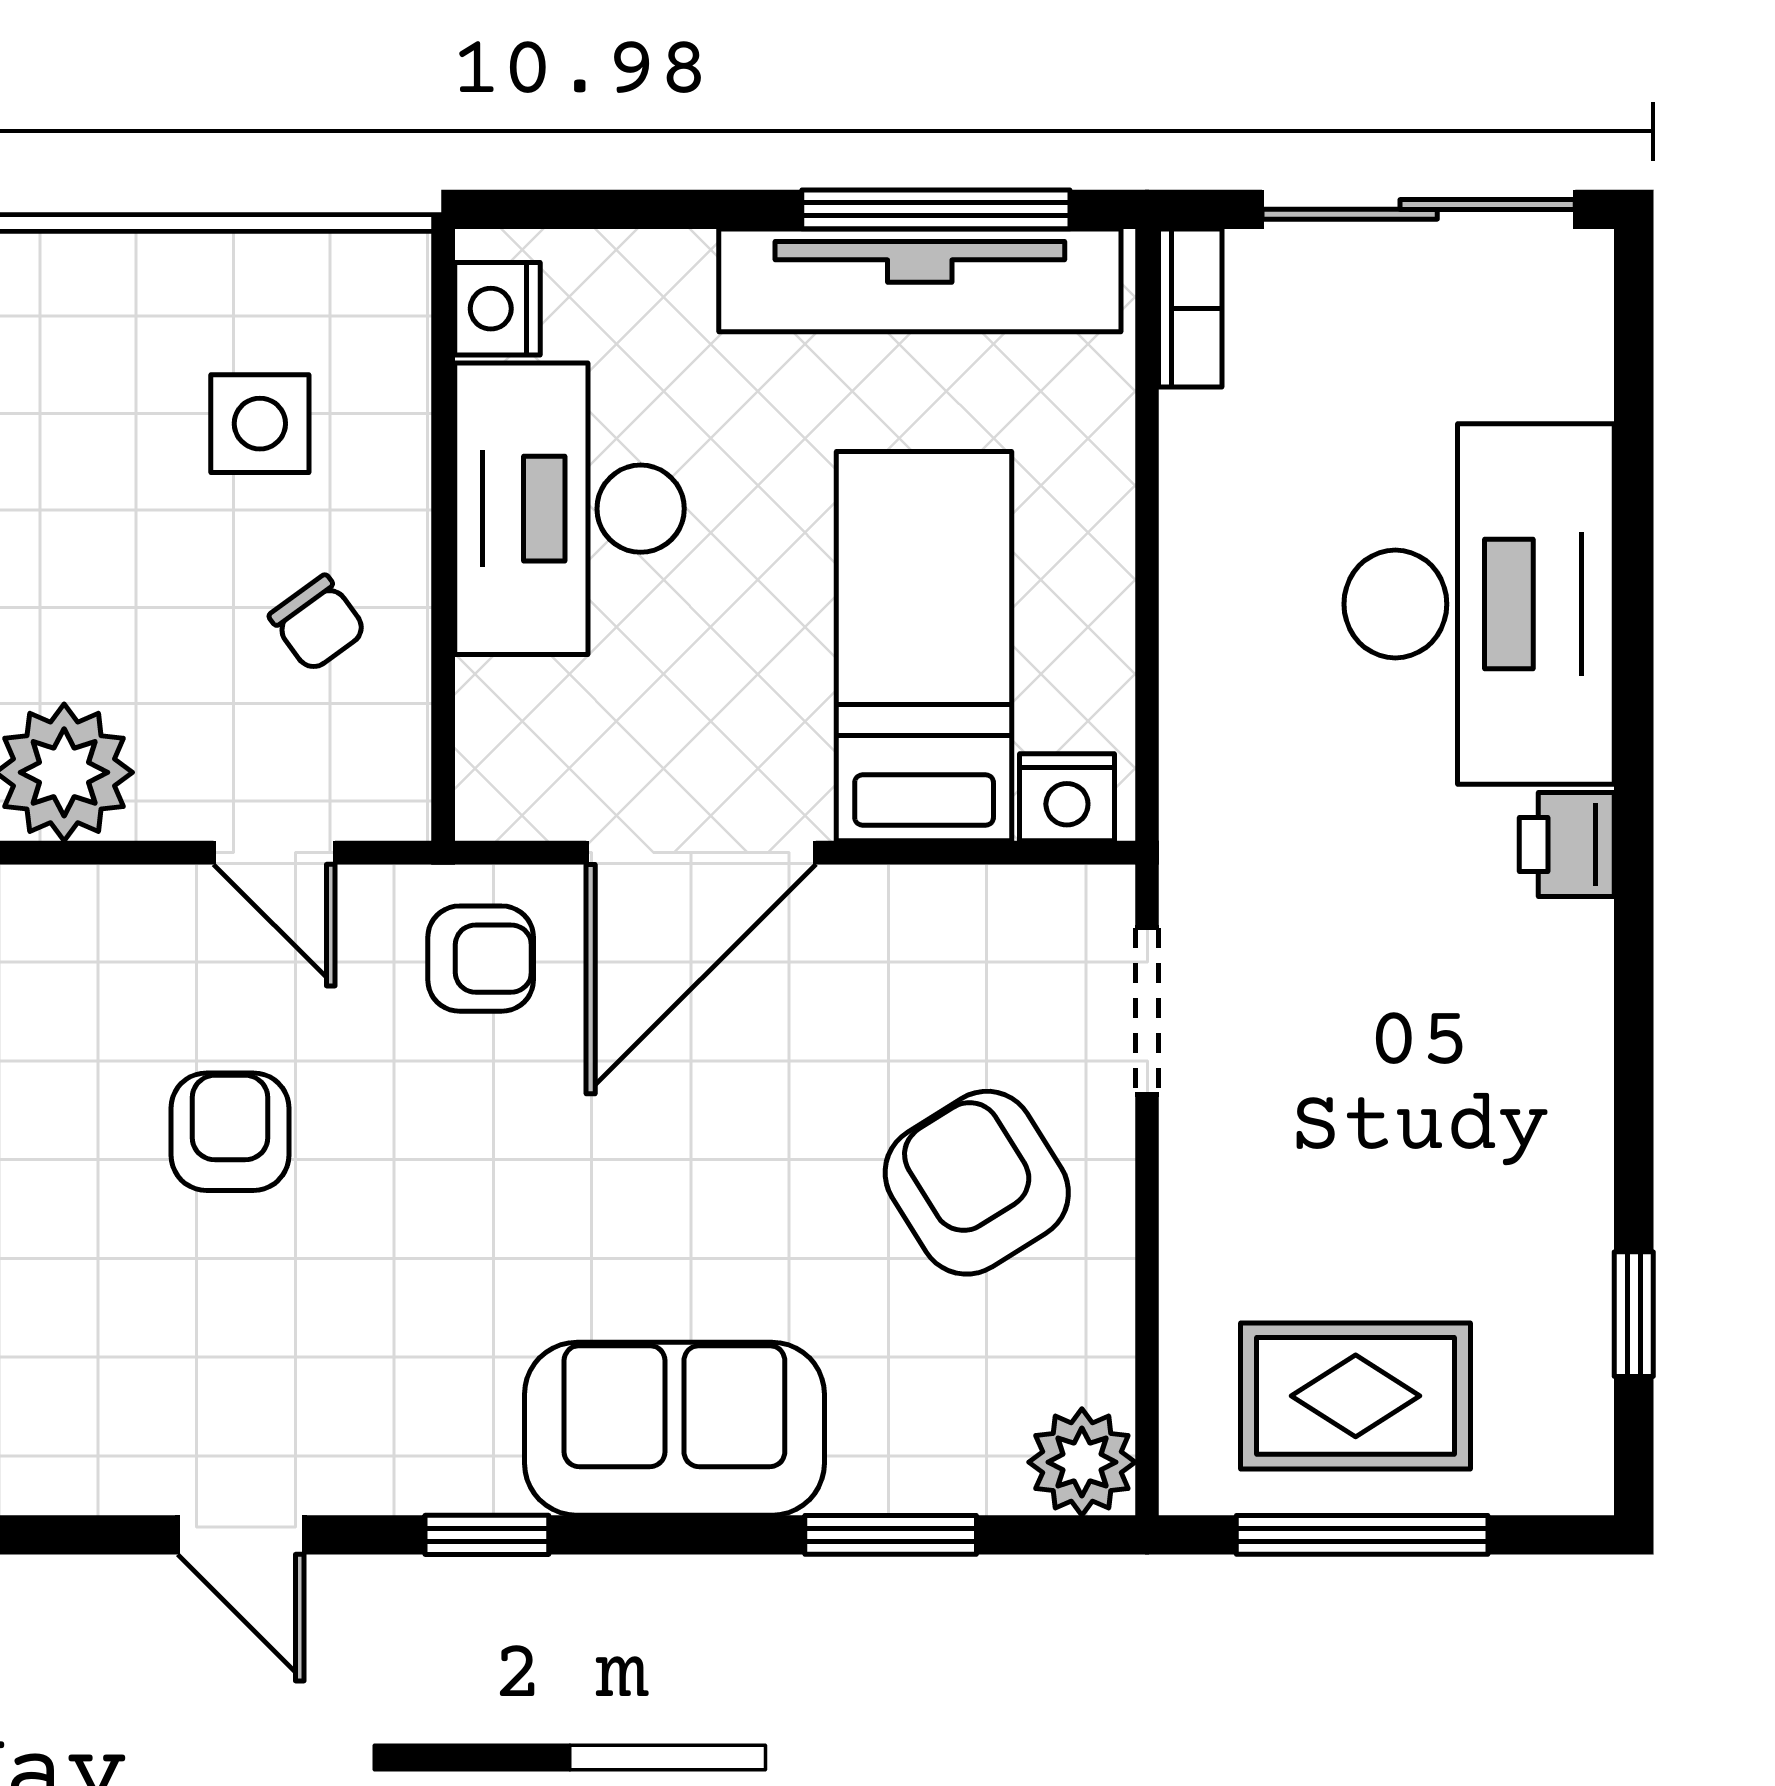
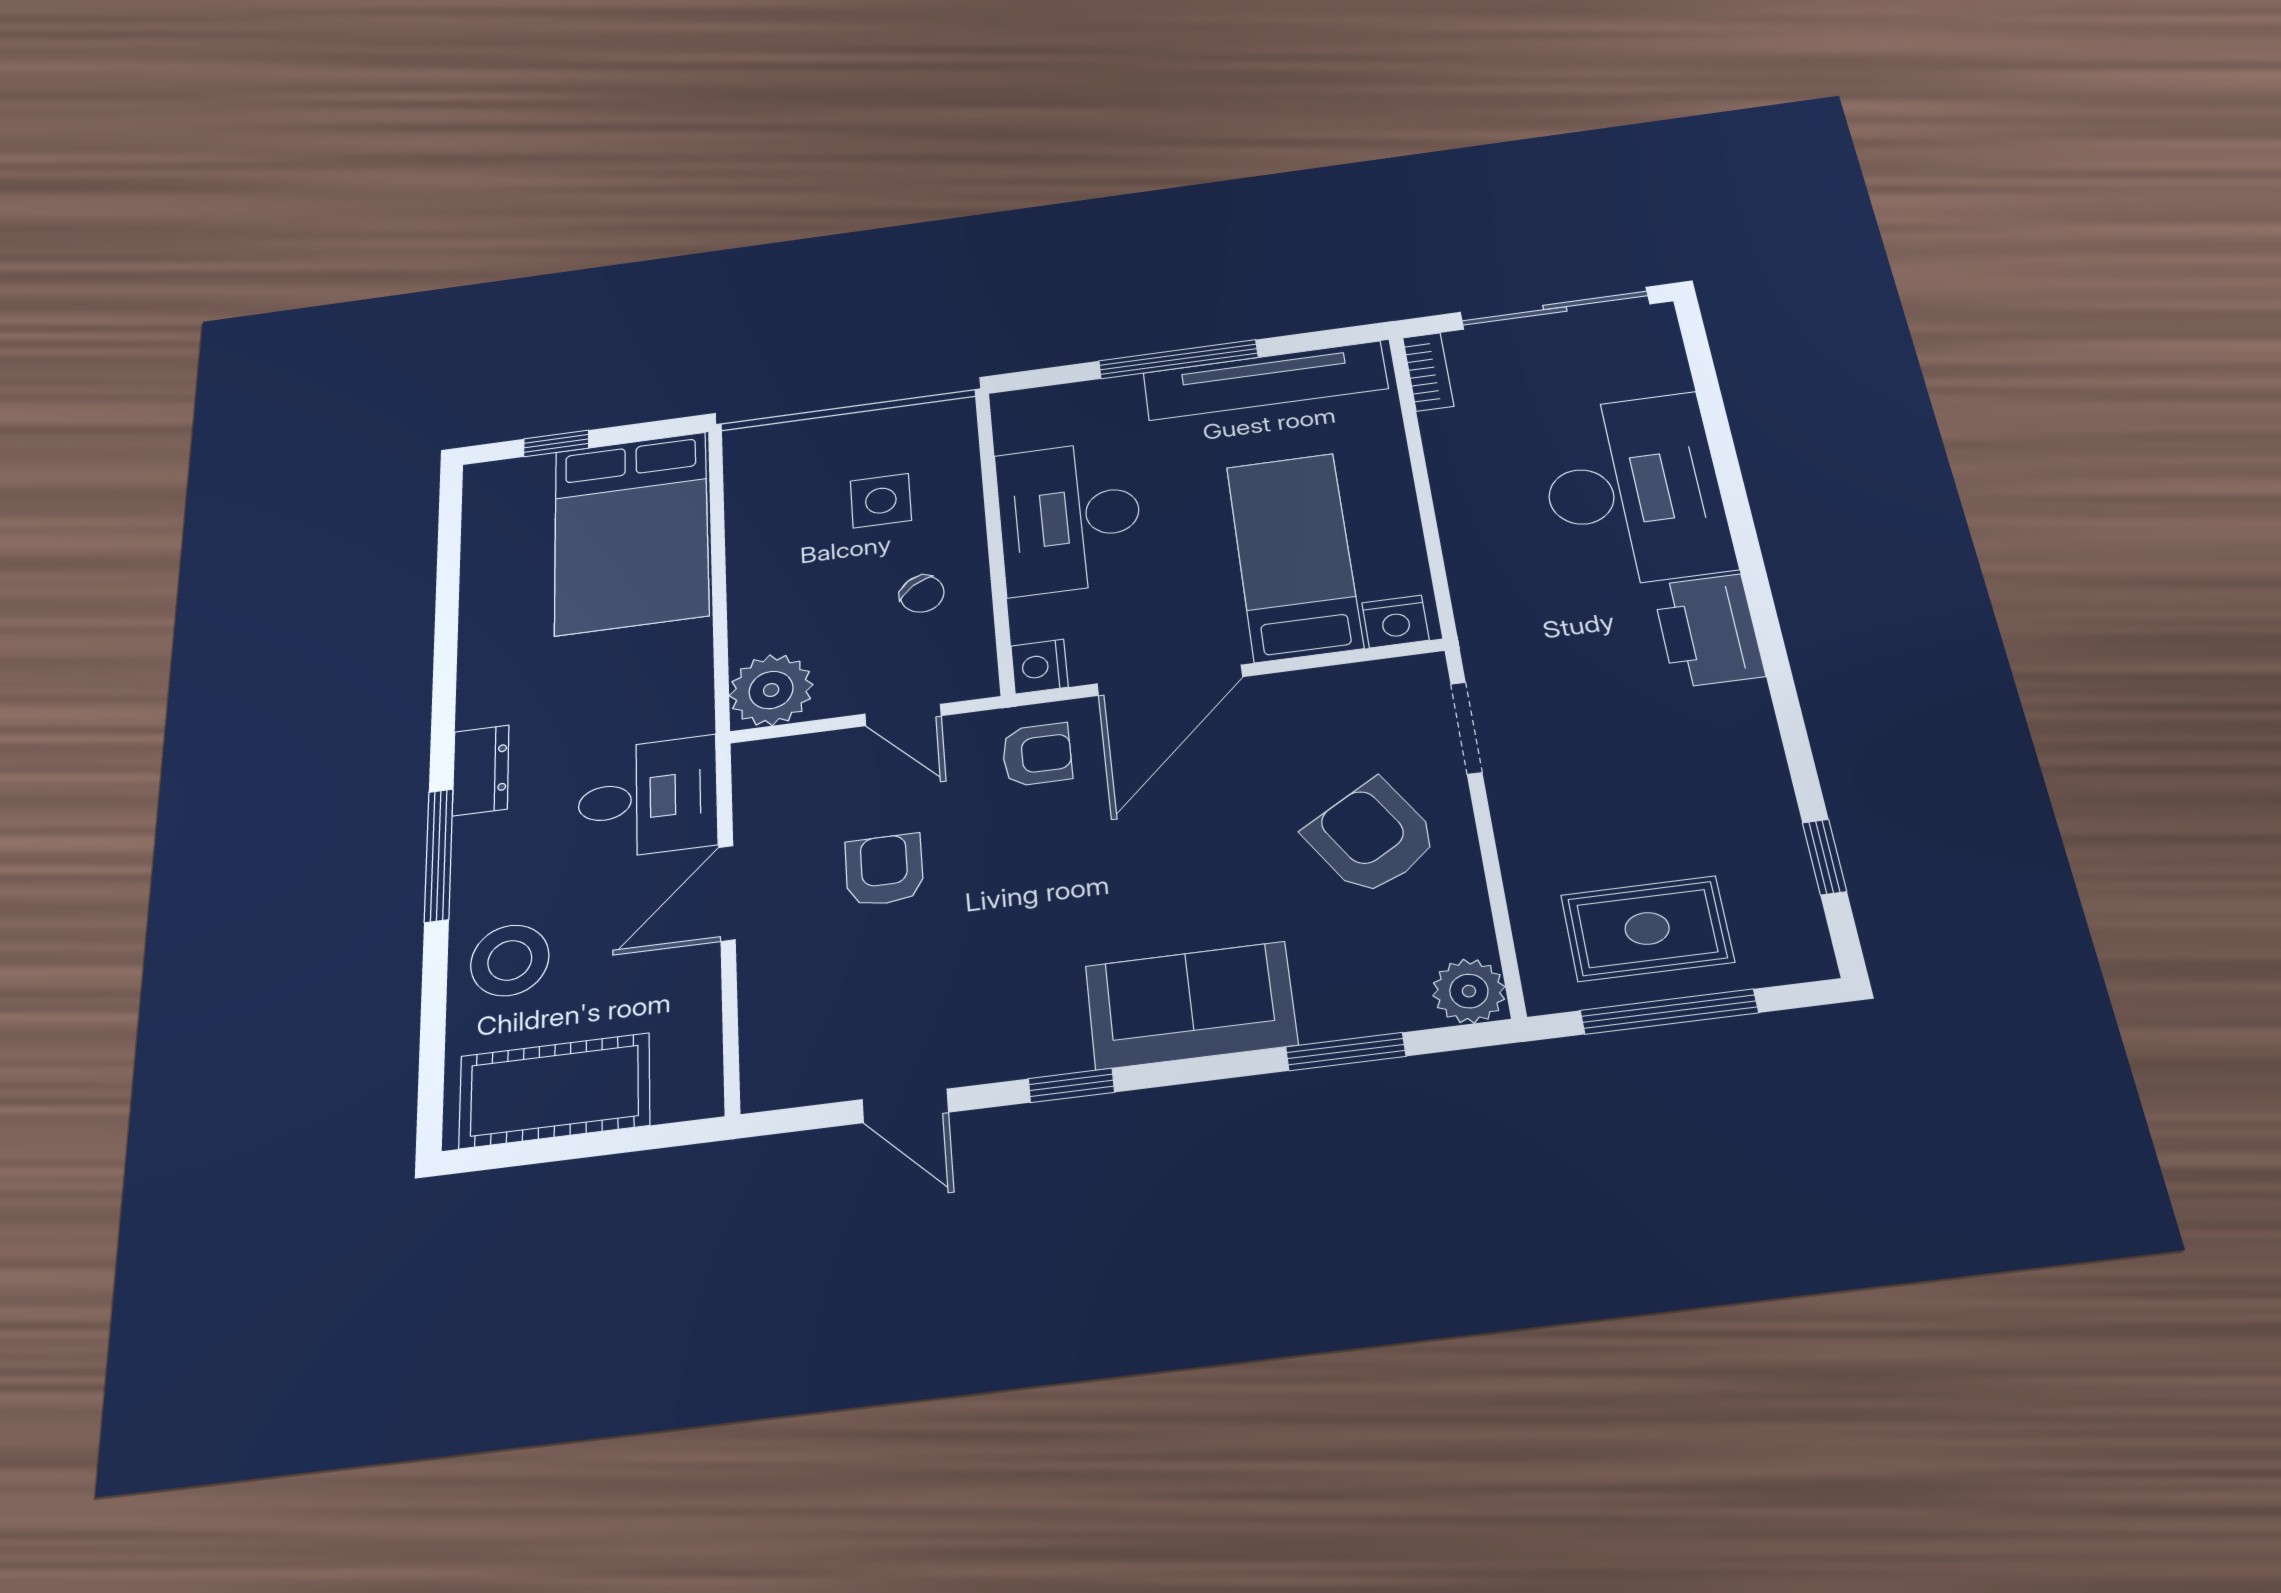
window: (936, 209) -> (1178, 359), moved
nightstand: (498, 309) -> (1040, 667), moved
printer: (1567, 844) -> (1708, 630), width x1.87, depth x1.48

